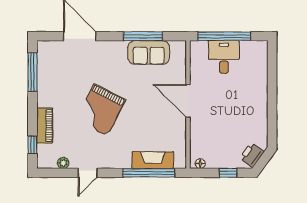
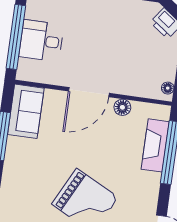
sofa: (149, 52) -> (26, 111), moved
floor lamp: (180, 129) -> (122, 107), added

